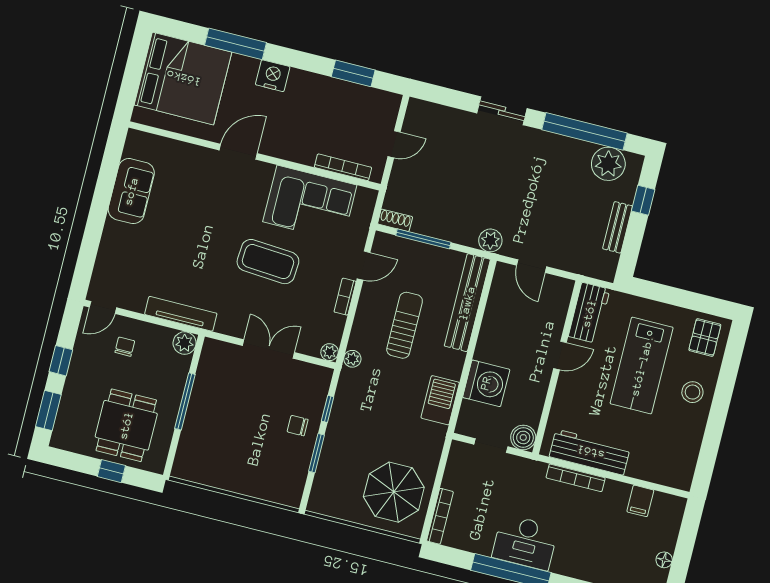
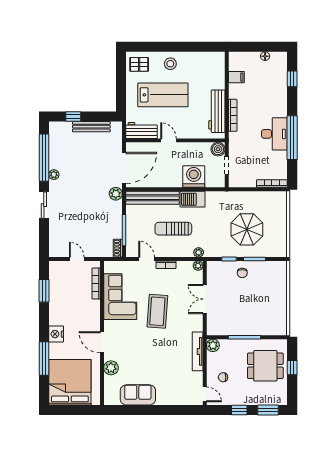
plant: (190, 156) -> (111, 368), added
plant: (608, 164) -> (54, 175), moved, width x0.53, depth x0.53
bench: (618, 227) -> (91, 127), width x1.36
door: (532, 266) -> (124, 168), width x1.88
barbecue: (440, 400) -> (193, 199), moved
parasol: (394, 492) -> (247, 229), moved

